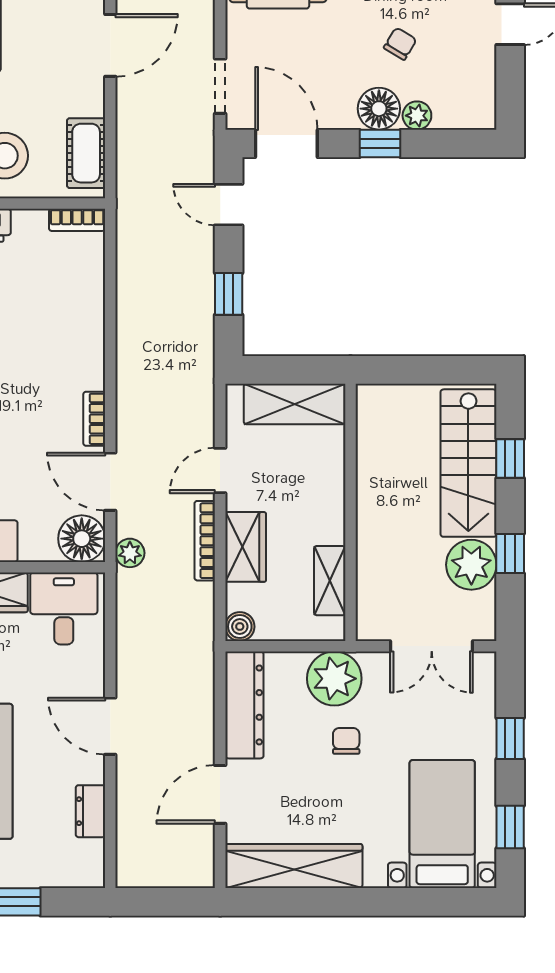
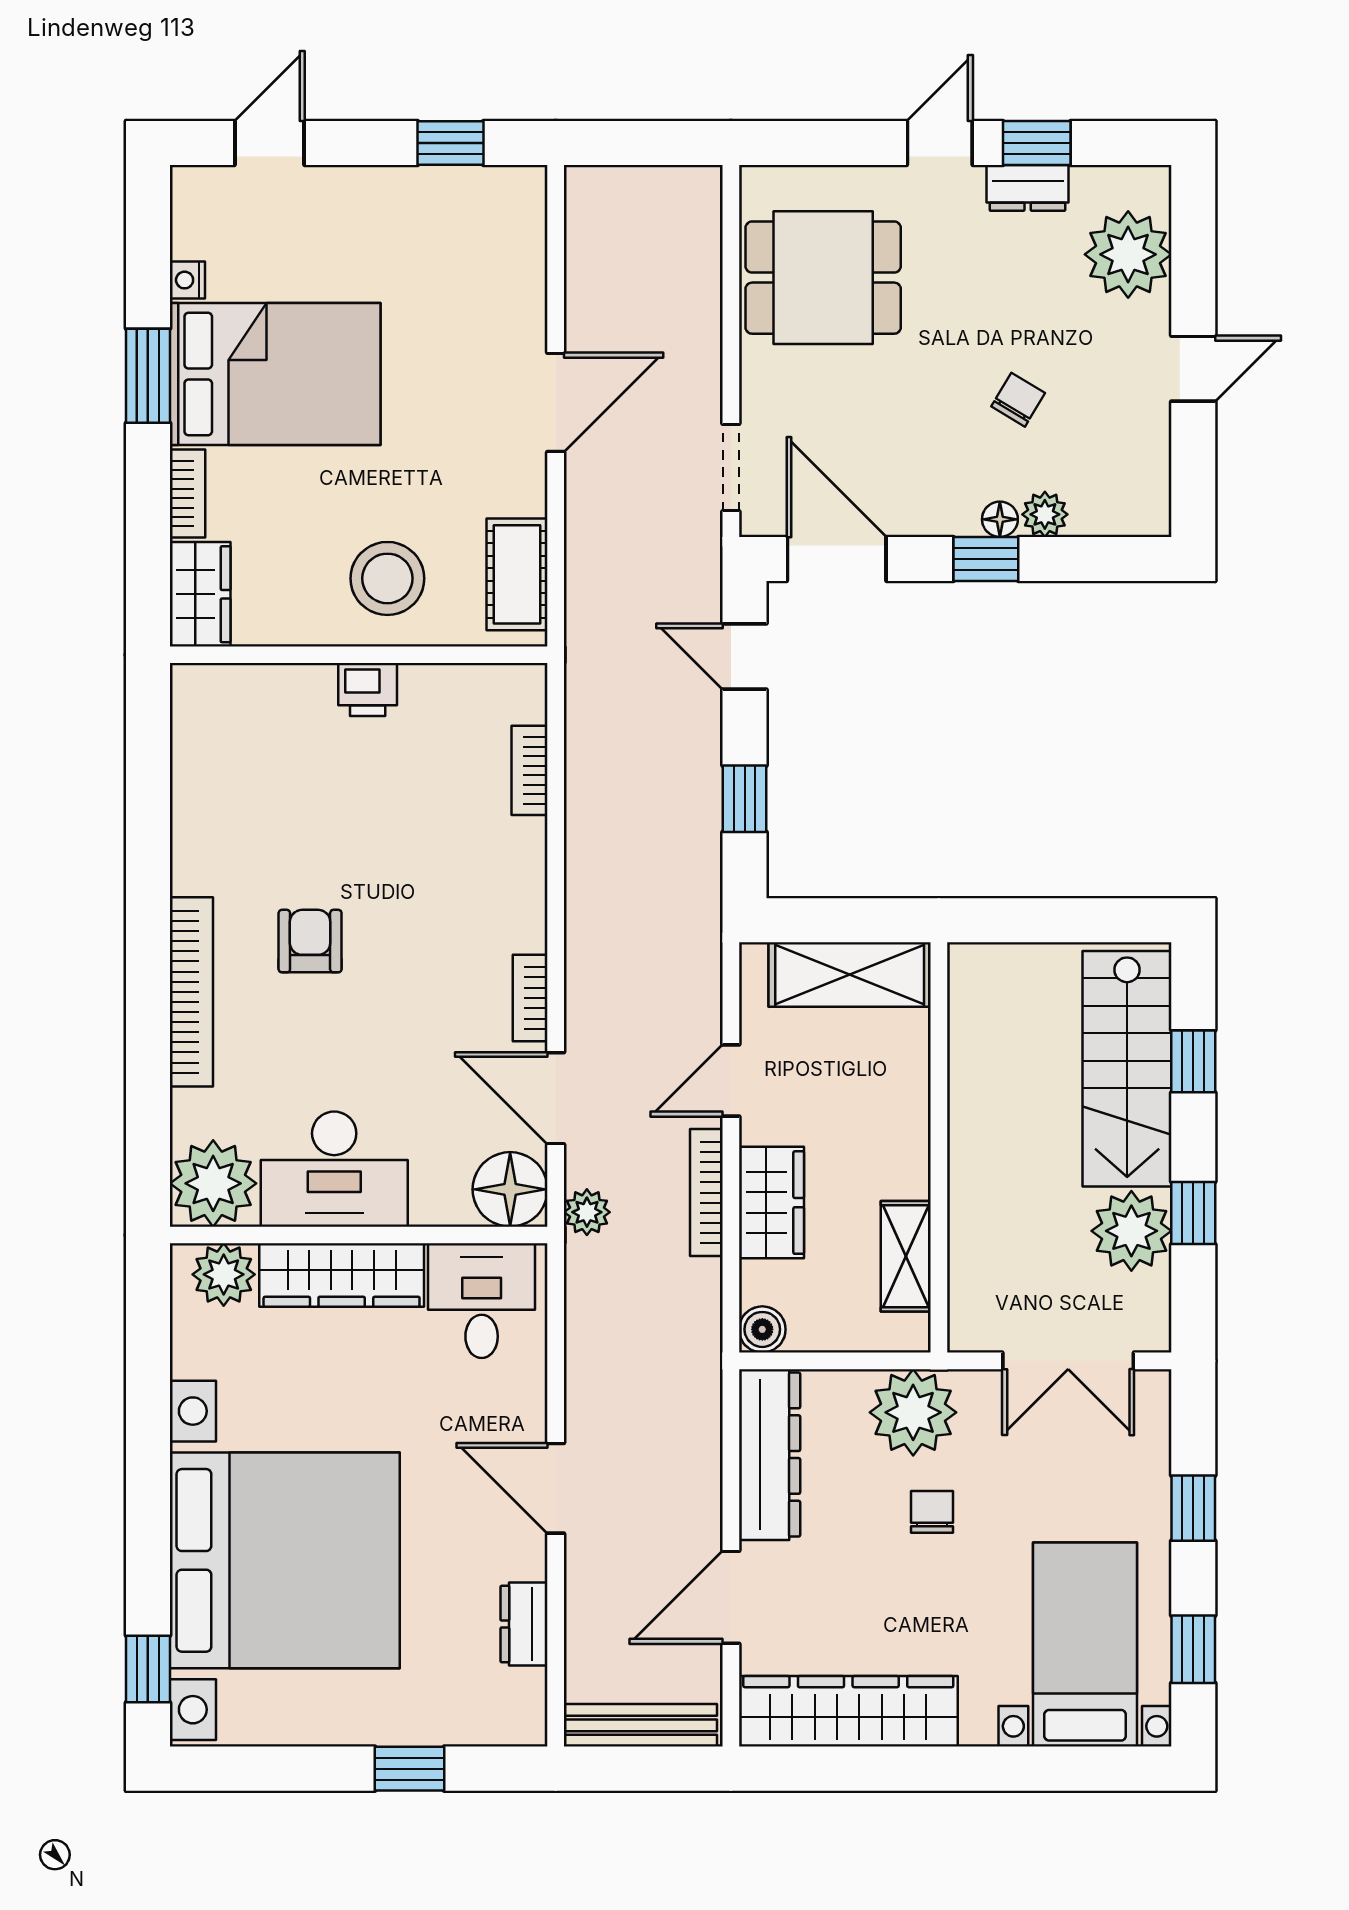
floor lamp: (379, 109) -> (1000, 519), width x0.53, depth x0.53
bookcase: (77, 220) -> (530, 770), moved, turned 90
bench: (163, 875) -> (640, 1725), added

